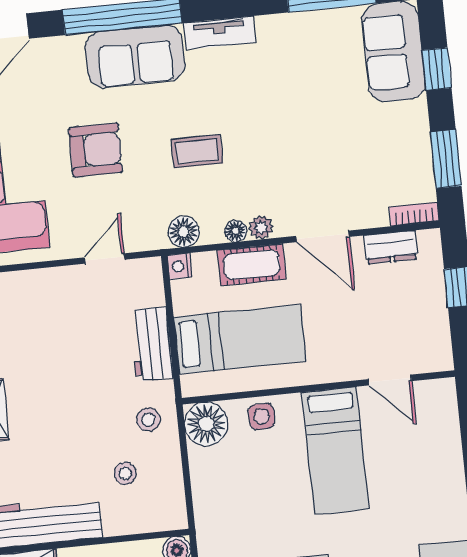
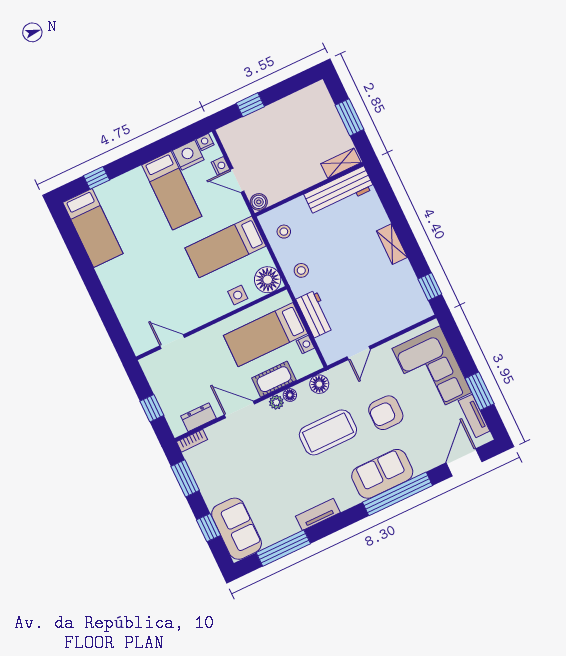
tv unit: (219, 33) -> (318, 514), moved
coffee table: (197, 151) -> (328, 432), width x1.86, depth x1.72
nightstand: (180, 266) -> (305, 345), moved
bed: (335, 451) -> (226, 247), moved, turned -90
stool: (125, 473) -> (284, 232), moved

